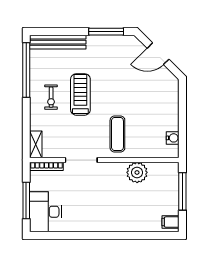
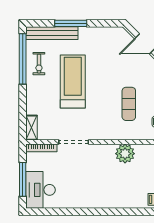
window: (106, 32) -> (71, 23), moved
treadmill: (80, 94) -> (73, 82), width x1.37, depth x1.38
exercise bike: (51, 97) -> (39, 64), moved
exercise mat: (117, 134) -> (129, 104), moved

